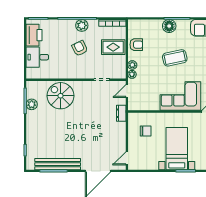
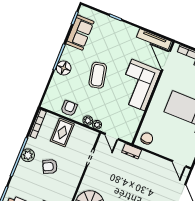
chair: (146, 131) -> (147, 138), moved

